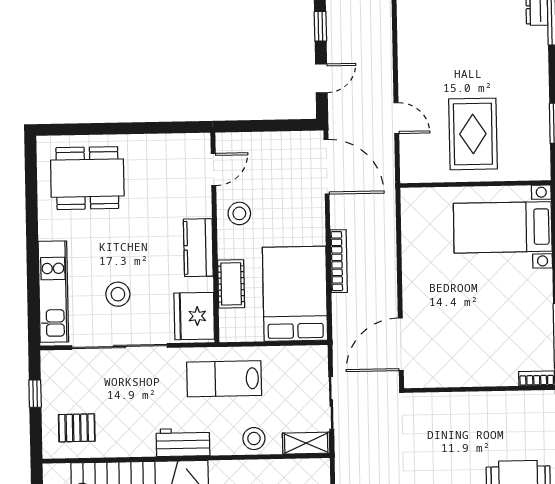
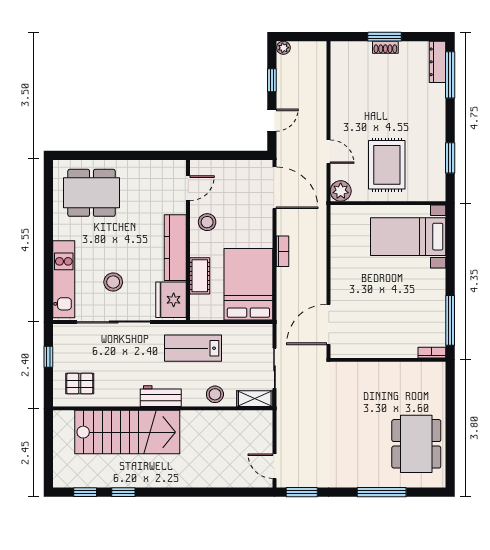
plant: (413, 169) -> (341, 191), added
kitchen counter: (198, 248) -> (175, 248), width x1.50
bookcase: (339, 261) -> (282, 251), width x0.64

